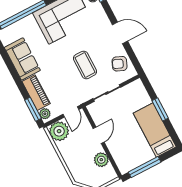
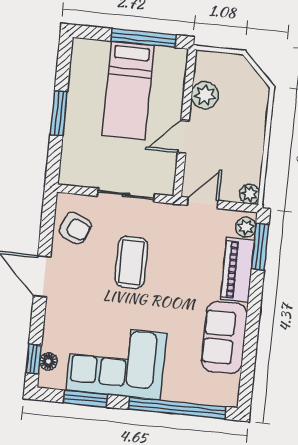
bed: (155, 130) -> (128, 90), moved
plant: (59, 131) -> (249, 194), width x0.53, depth x0.53

